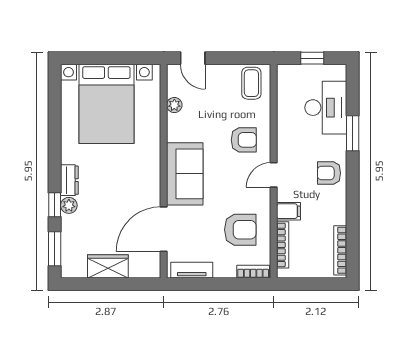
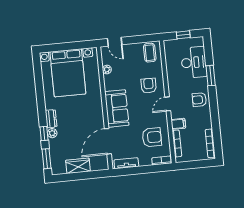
armchair: (244, 140) -> (149, 86), turned -90

